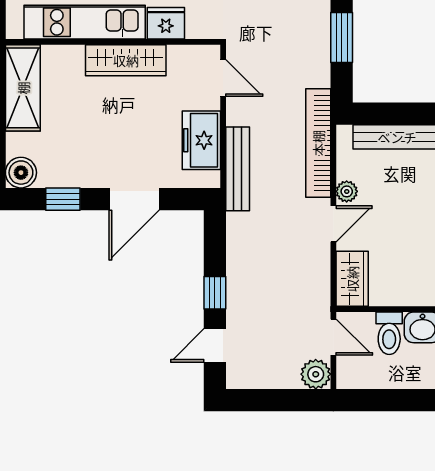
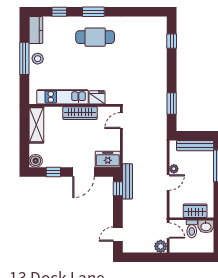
door: (223, 78) -> (121, 121), swing flipped
freezer: (201, 140) -> (108, 159), moved, turned 90
bookcase: (318, 143) -> (162, 148), removed
bench: (238, 169) -> (128, 181), moved
wardrobe: (352, 279) -> (195, 211), moved, turned -90
window: (215, 293) -> (118, 189), moved

